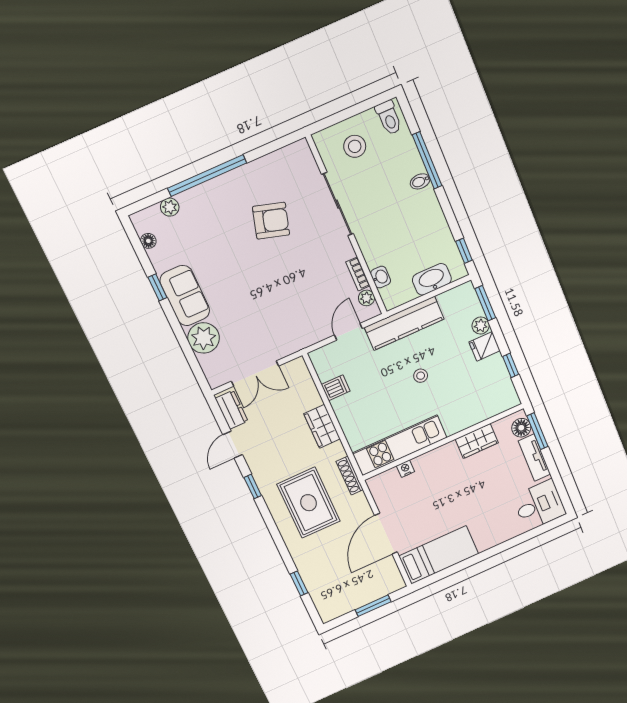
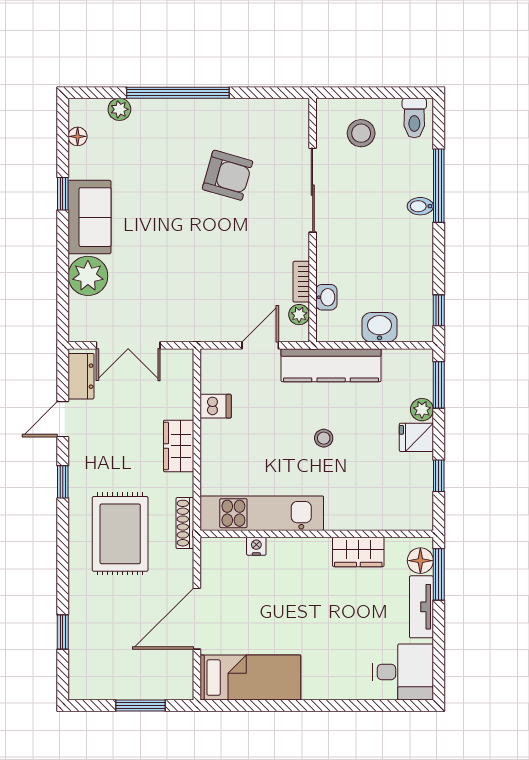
washbasin: (432, 279) -> (379, 327), width x0.72

